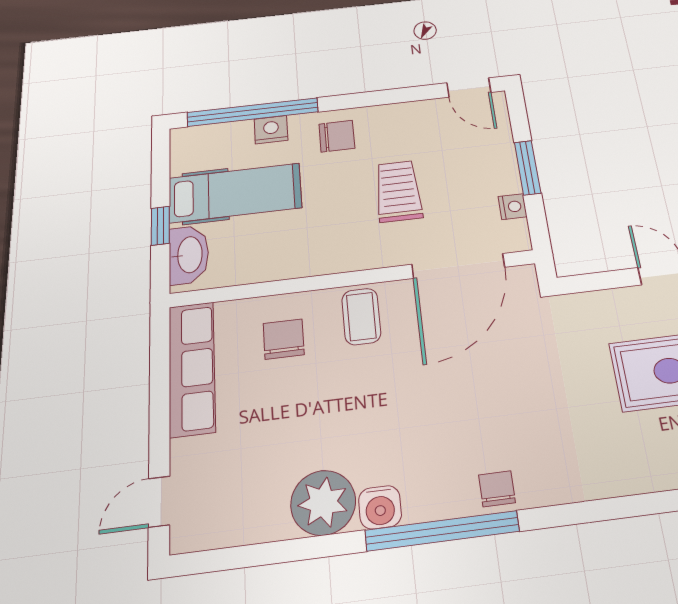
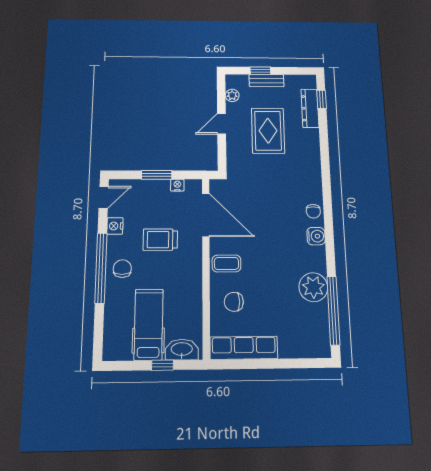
window: (253, 112) -> (101, 268), moved
nightstand: (271, 130) -> (115, 226), moved
chair: (497, 489) -> (313, 211), turned -90
door: (159, 502) -> (307, 363), removed
water cooler: (380, 507) -> (316, 236), moved
window: (442, 531) -> (333, 310), moved

